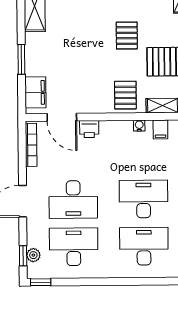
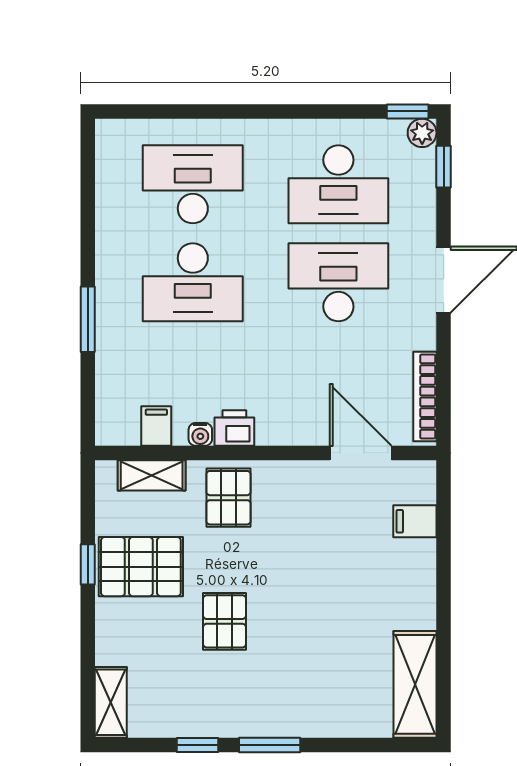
window: (21, 59) -> (444, 574), removed
filing cabinet: (35, 92) -> (415, 521), width x0.50
printer: (89, 129) -> (234, 428), moved
desk: (144, 246) -> (193, 184), turned 180
plant: (33, 255) -> (422, 133), moved

